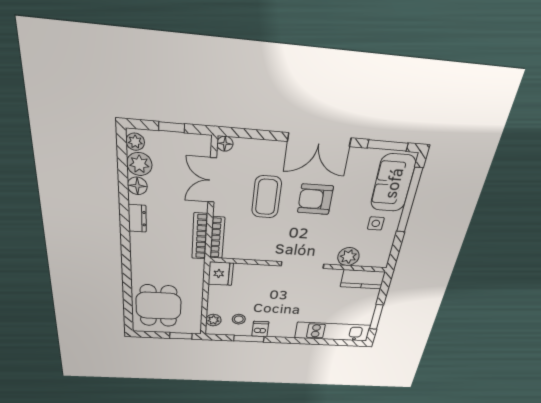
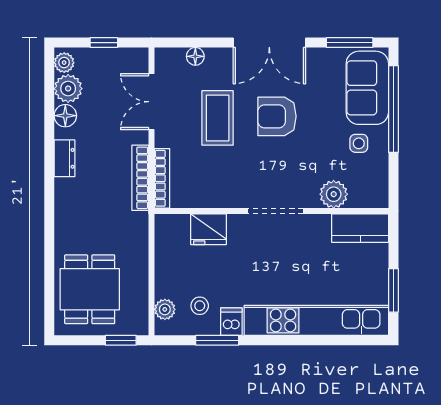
floor lamp: (225, 144) -> (195, 56), moved
fridge: (221, 274) -> (208, 229), moved, turned 90
kitchen unit: (333, 332) -> (316, 320), width x1.36

